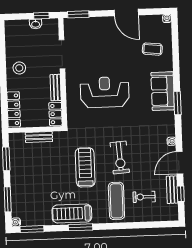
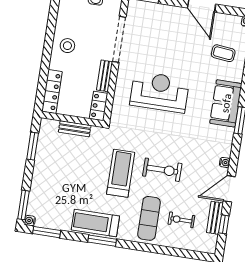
doorway: (62, 54) -> (119, 39), width x1.36
exercise bike: (120, 158) -> (162, 170), turned -86
window: (8, 199) -> (23, 205), moved

